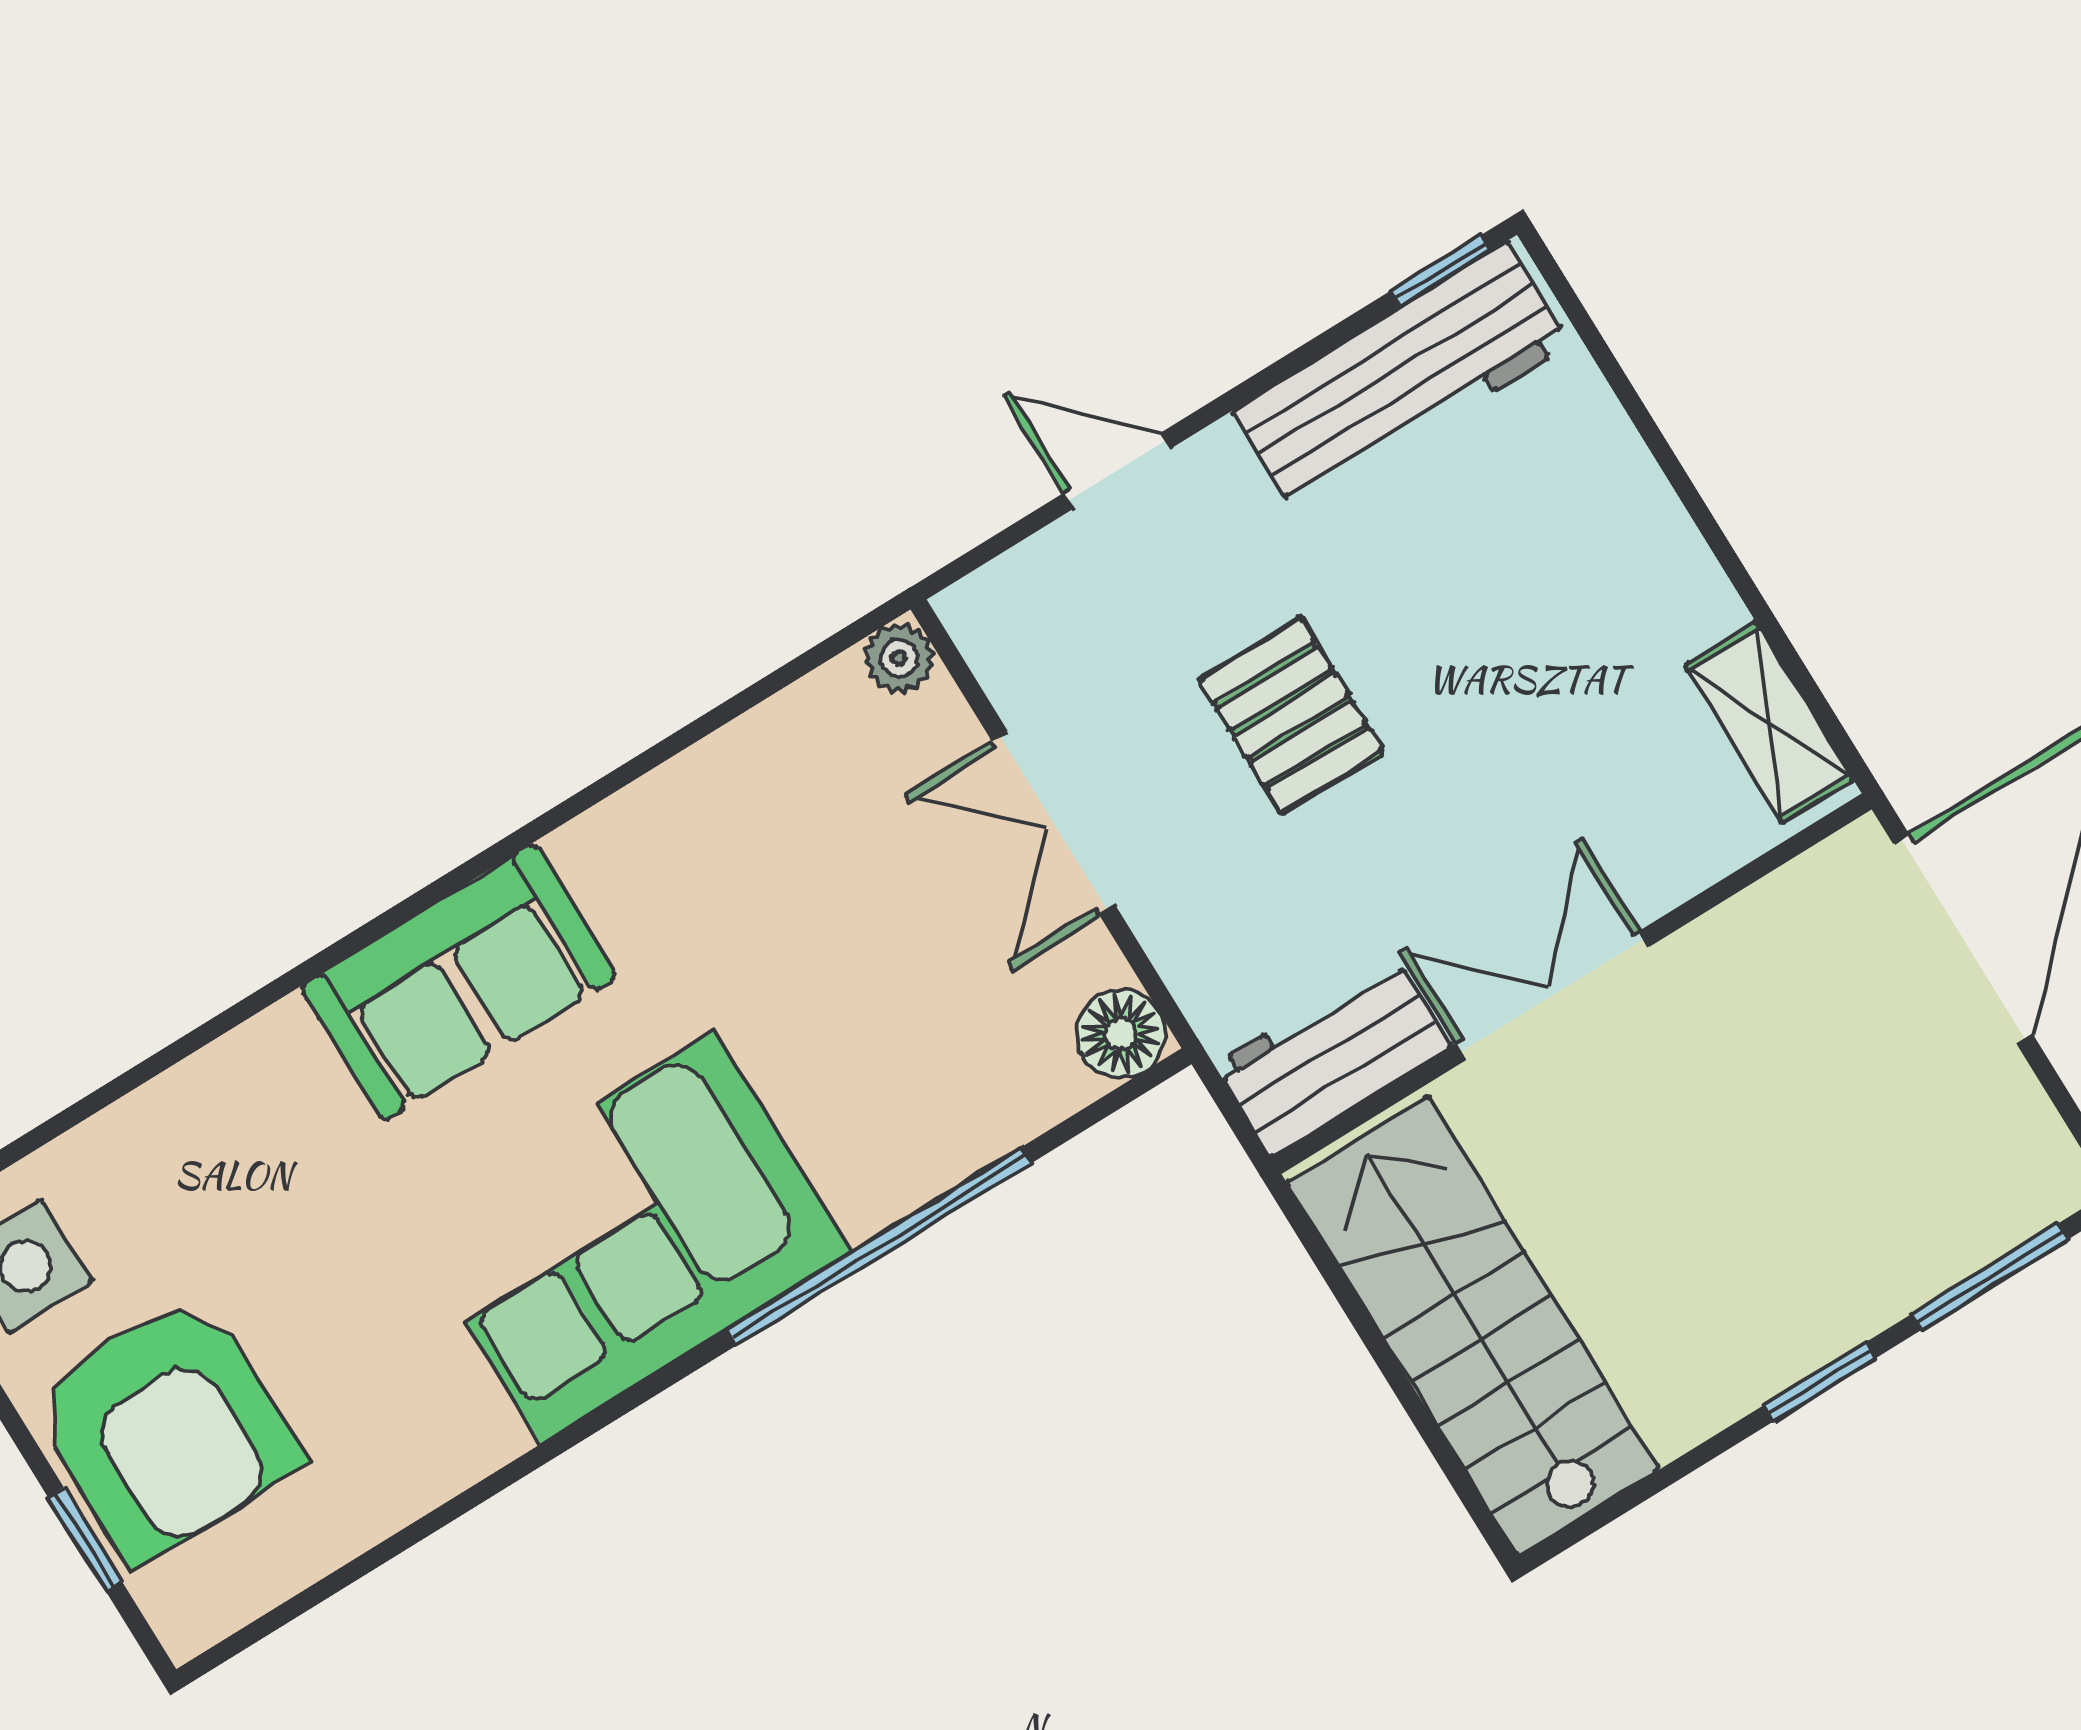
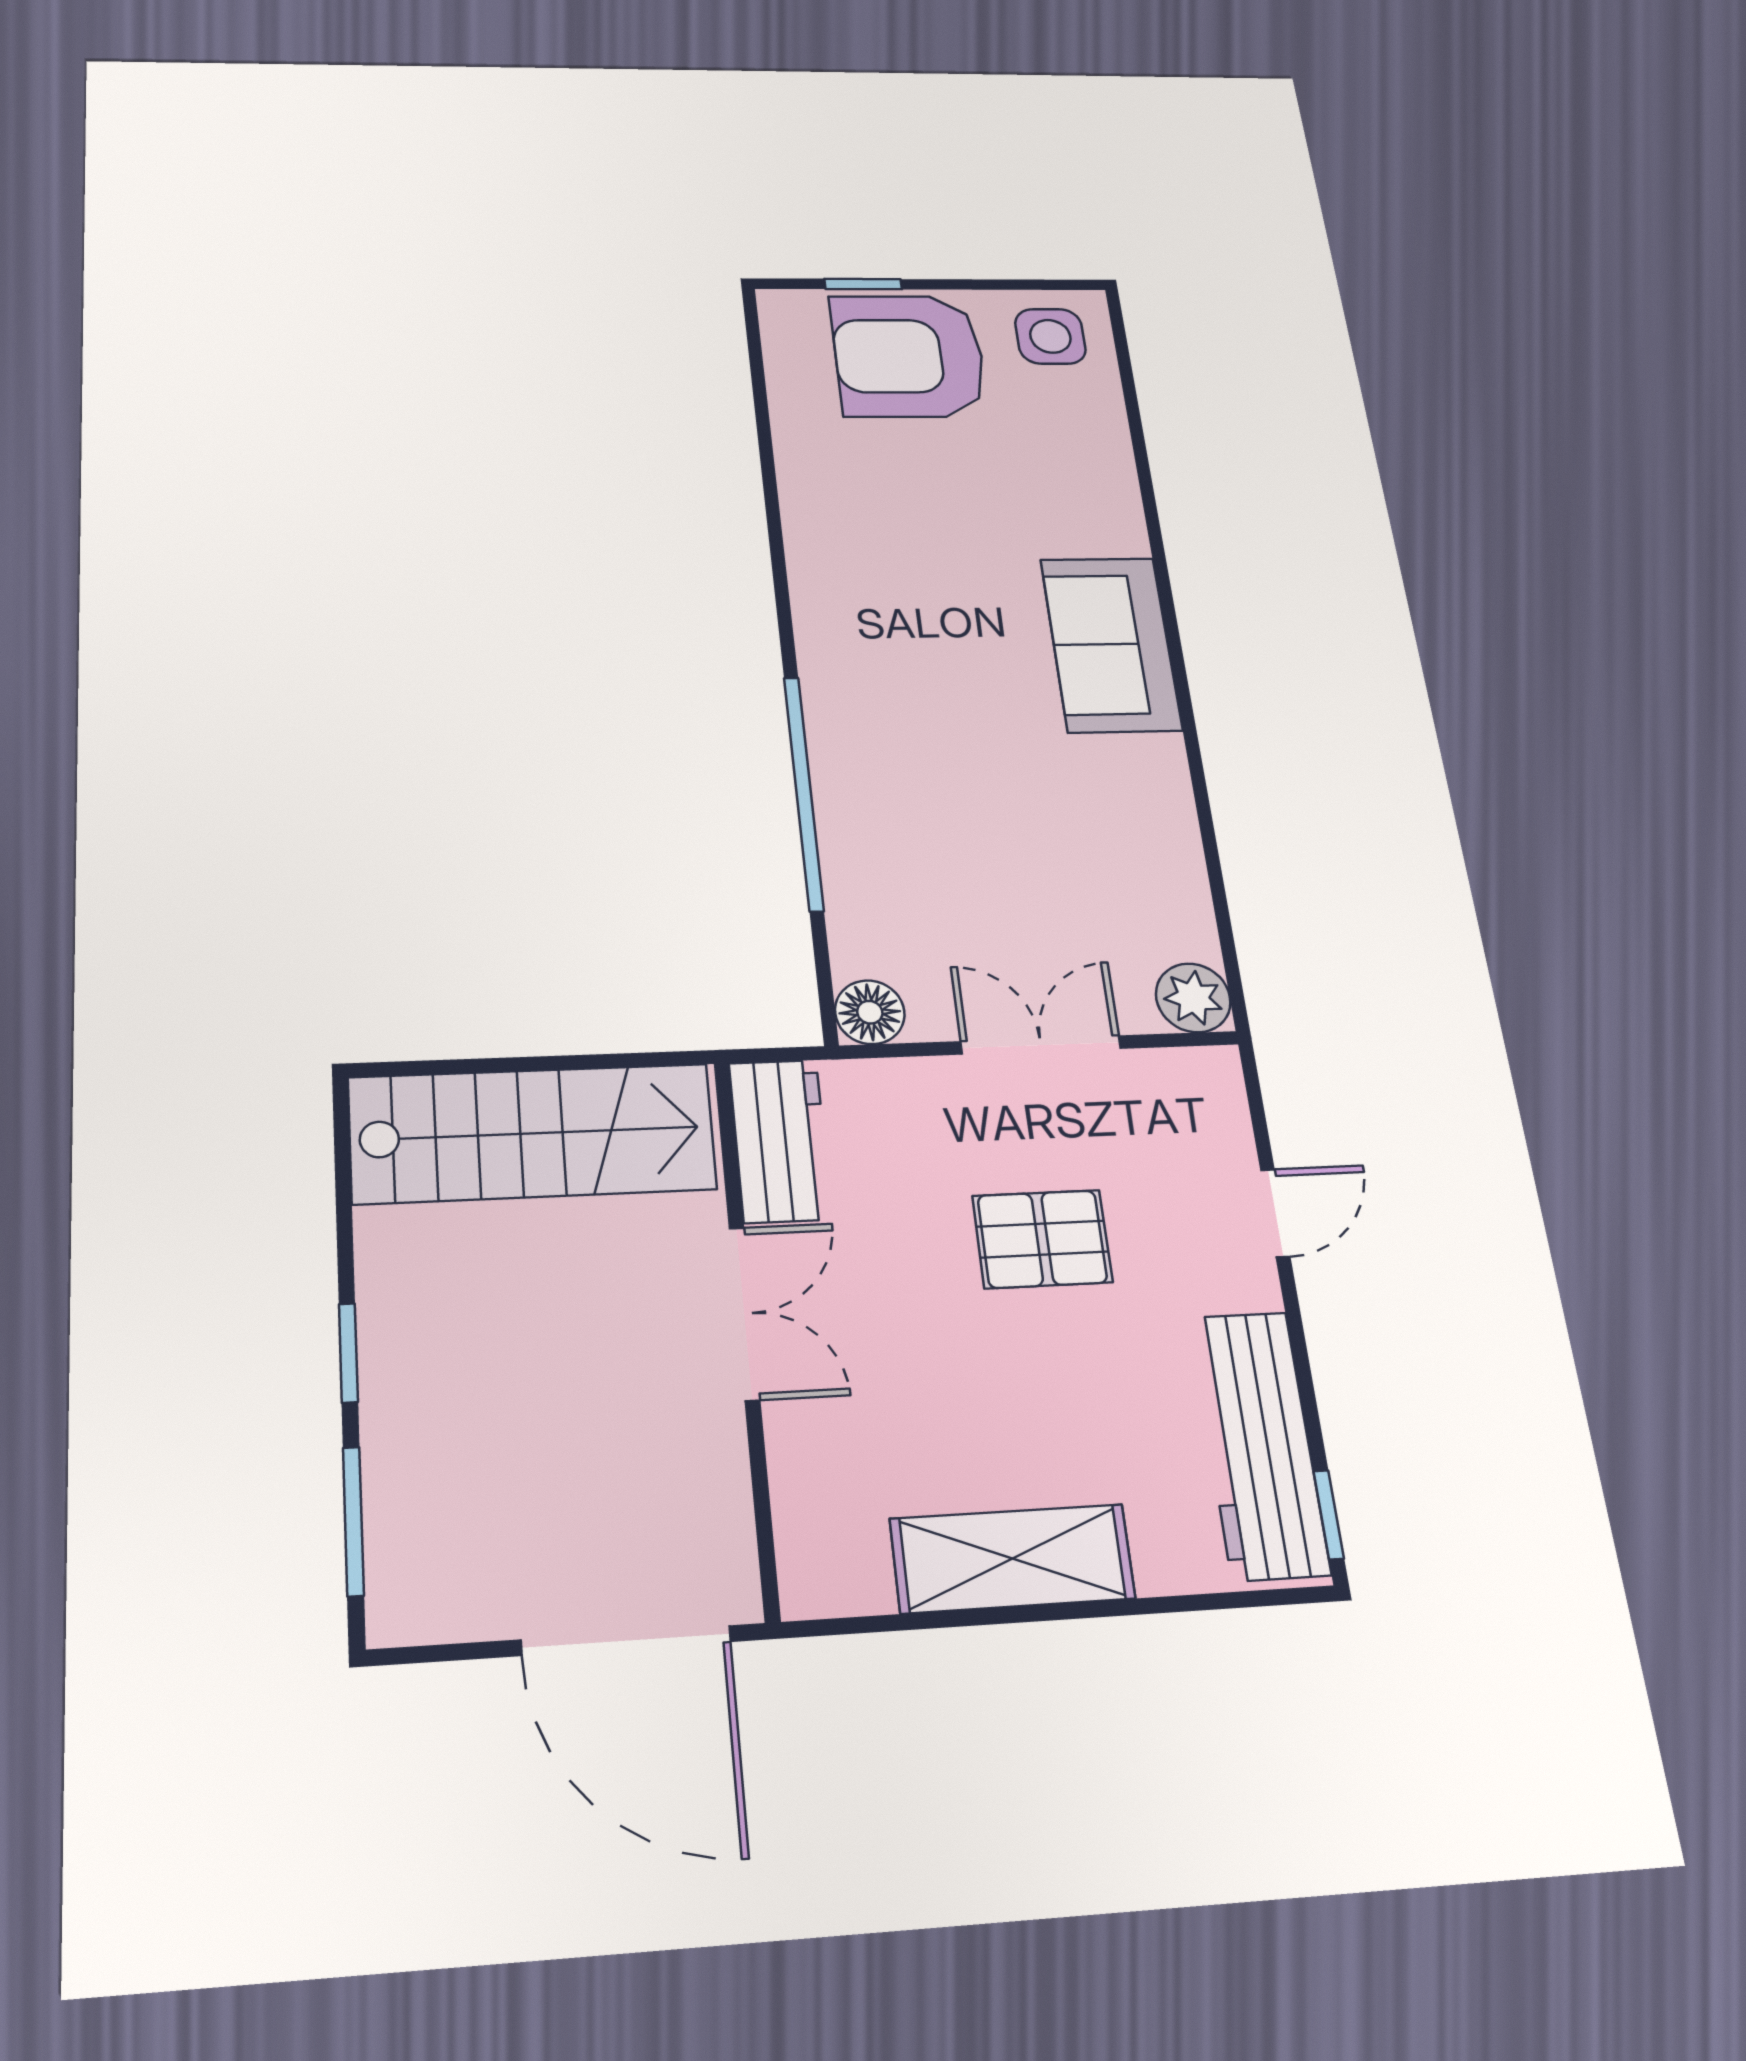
plant: (899, 658) -> (1193, 998), width x1.38, depth x1.38
shelving: (1769, 722) -> (1012, 1559), moved, width x1.50, depth x1.33
corner sofa: (627, 1237) -> (892, 654), removed

